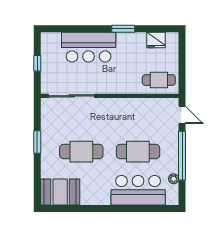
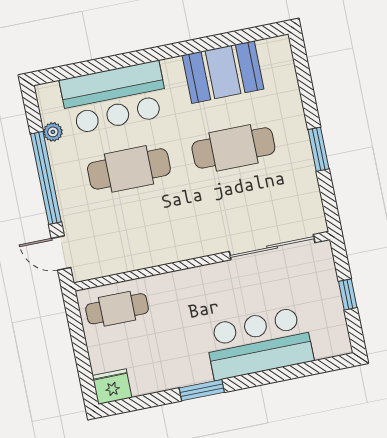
fridge: (156, 40) -> (112, 387), moved
booth: (60, 192) -> (223, 72), moved

